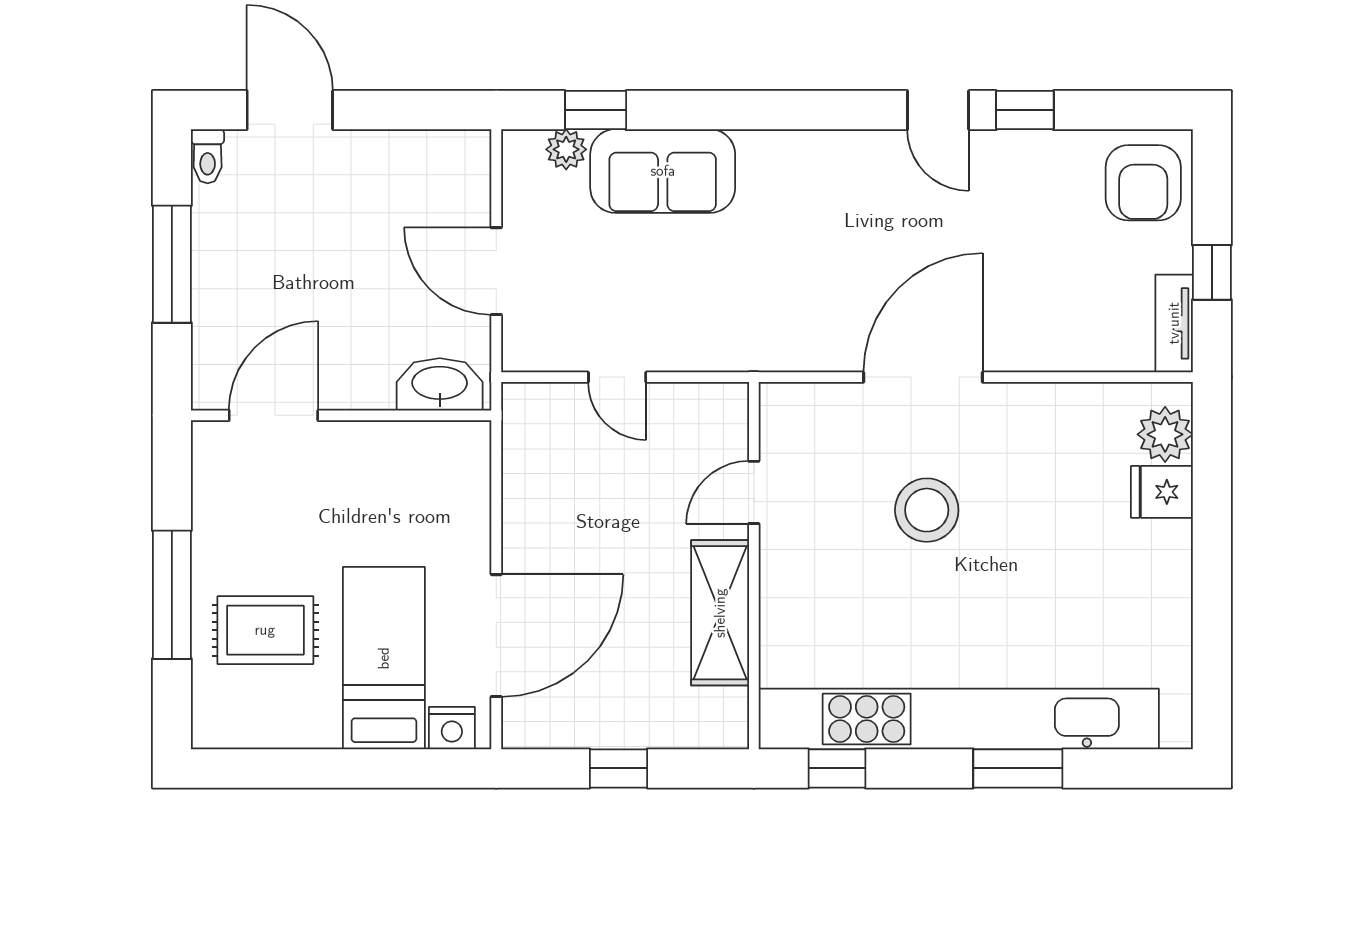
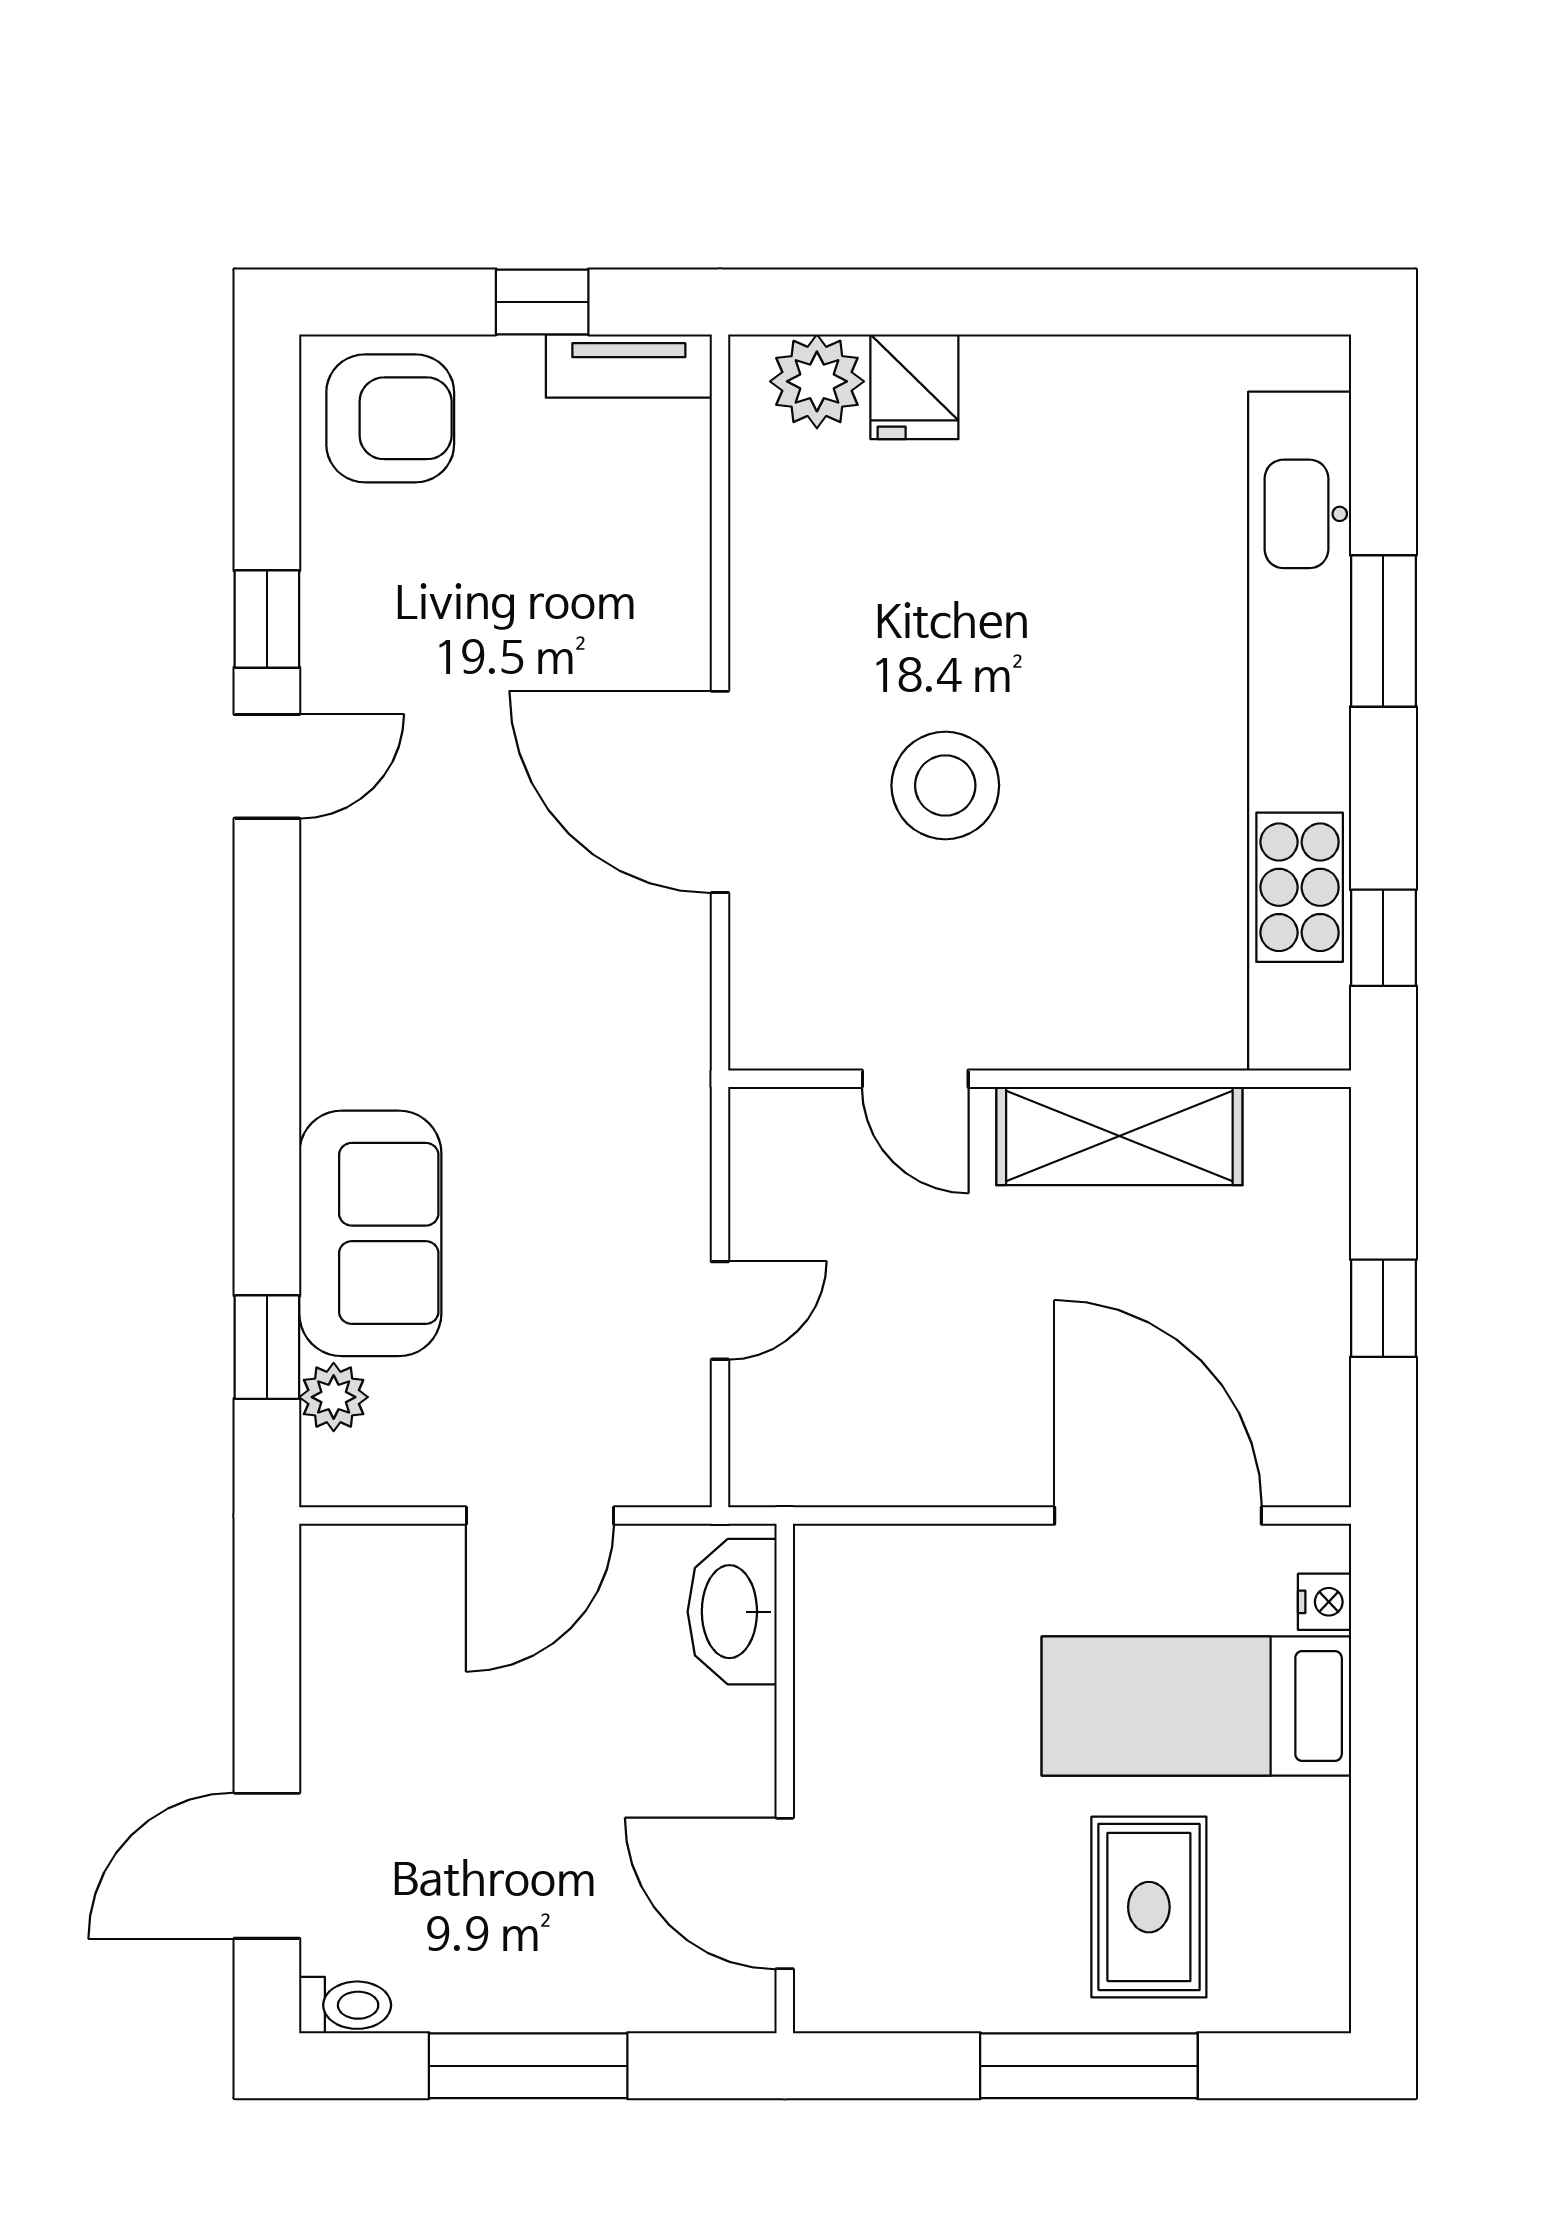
nightstand: (452, 728) -> (1324, 1602), width x0.72, depth x0.74

